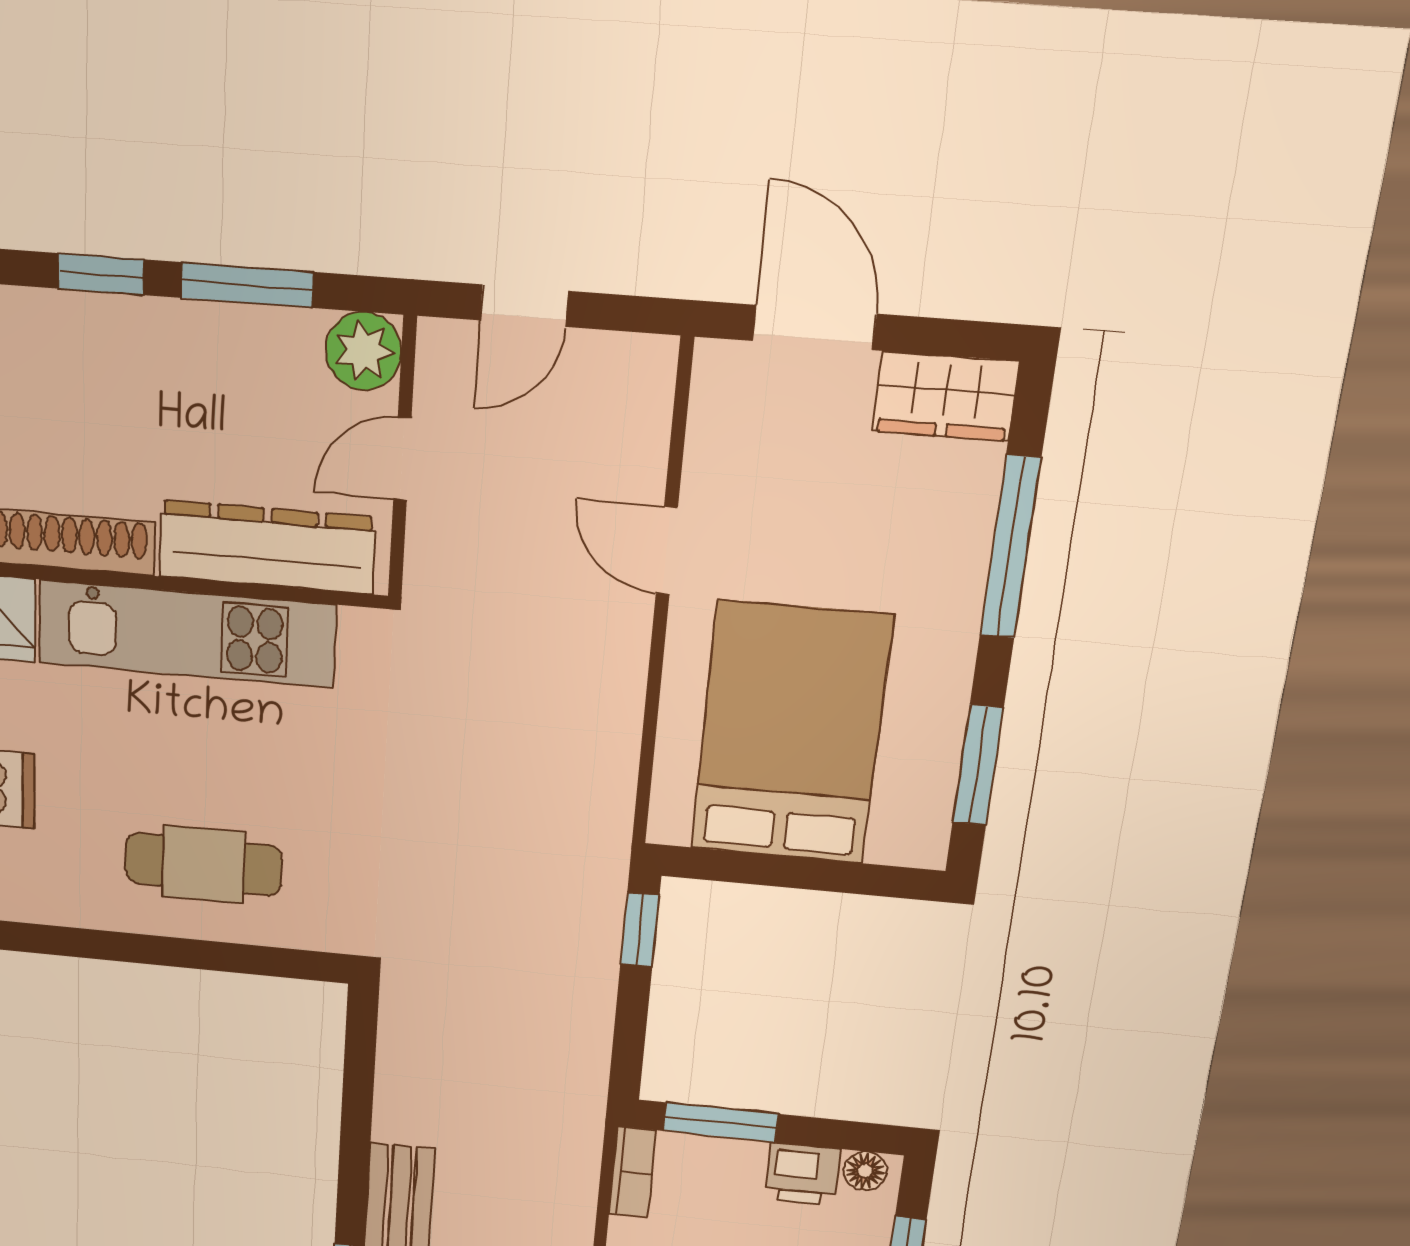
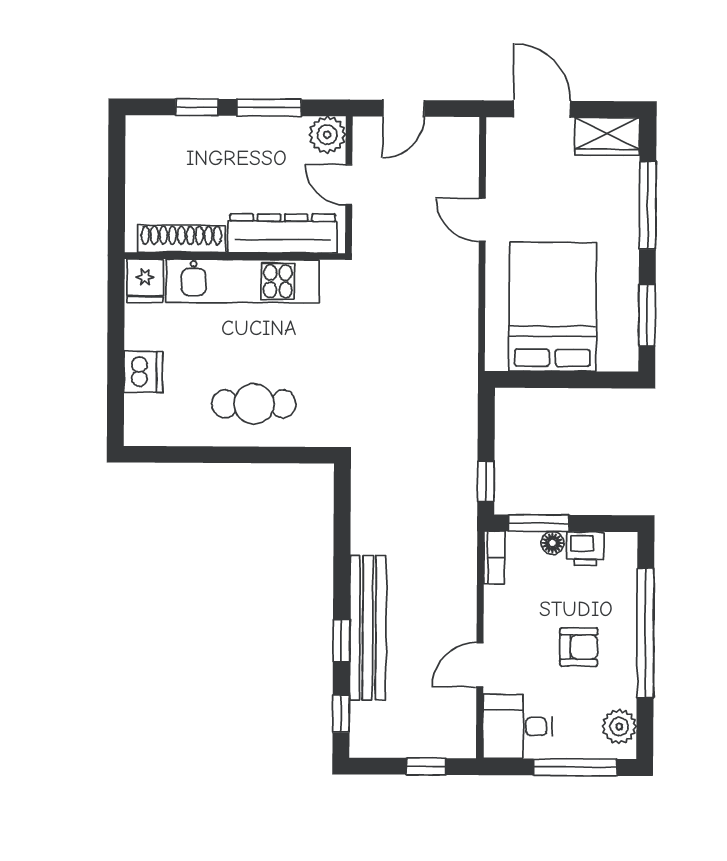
door: (402, 459) -> (349, 185), hinge flipped
window: (640, 930) -> (486, 481), moved
floor lamp: (865, 1171) -> (553, 543), moved

